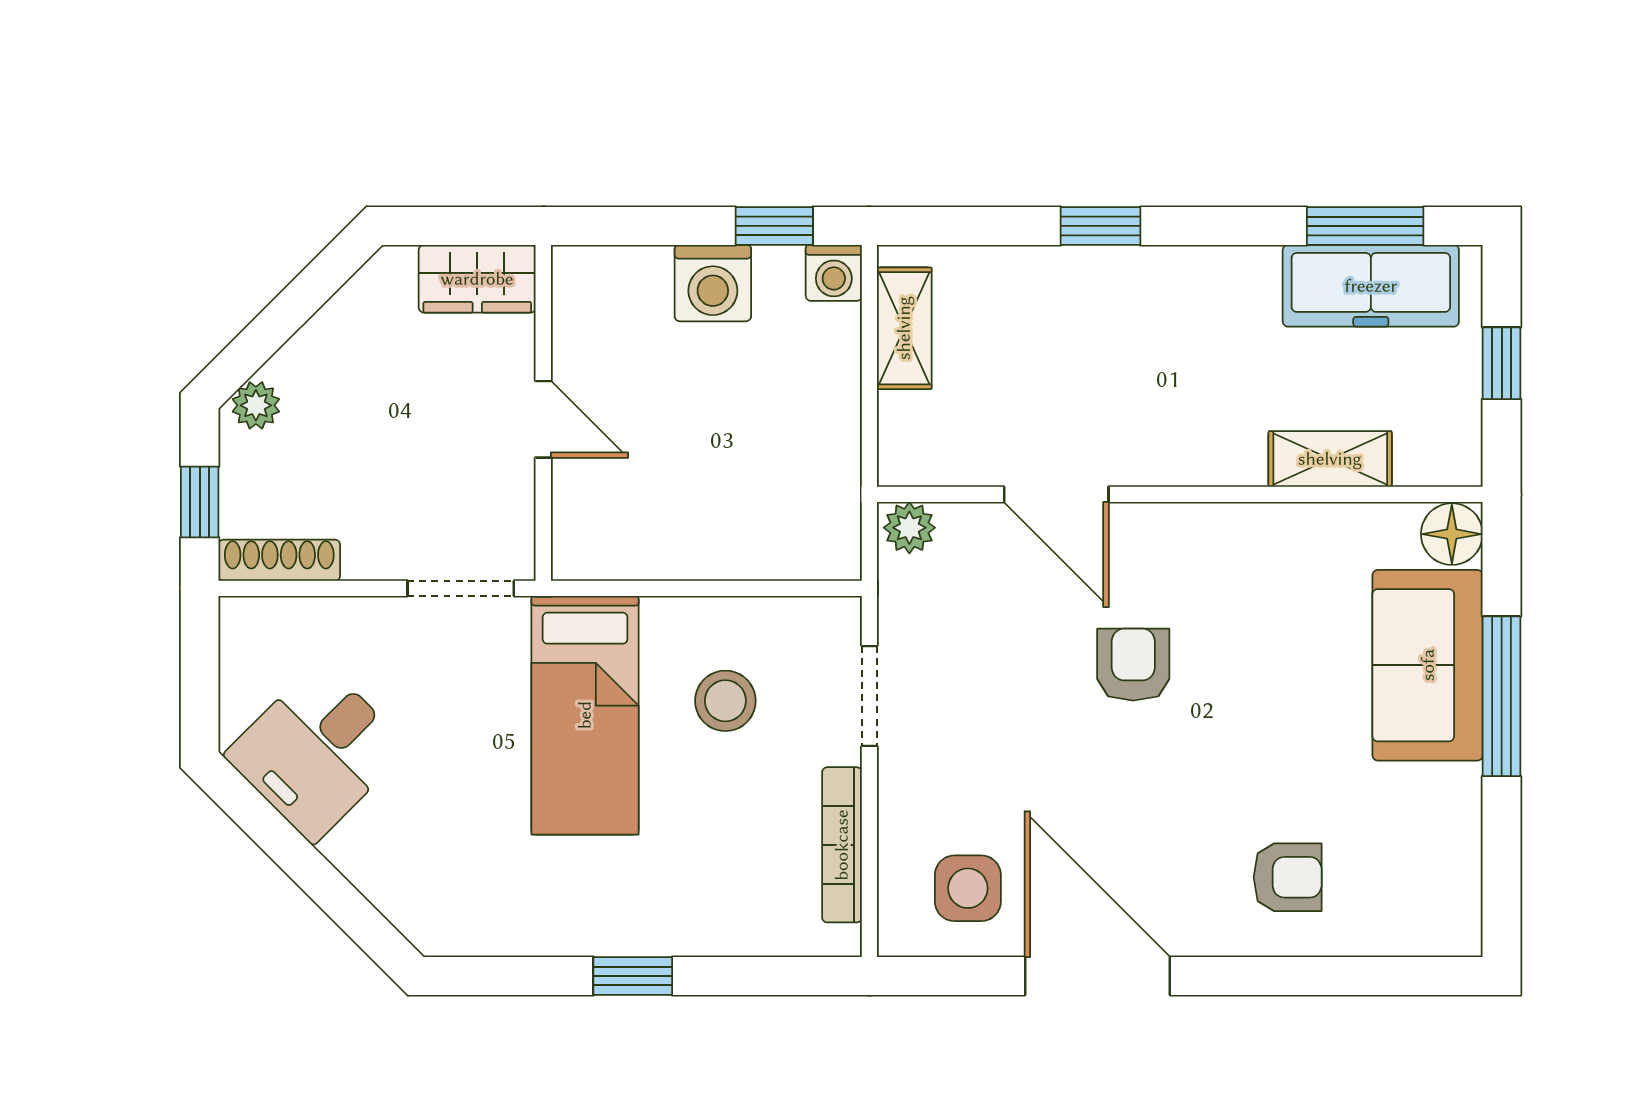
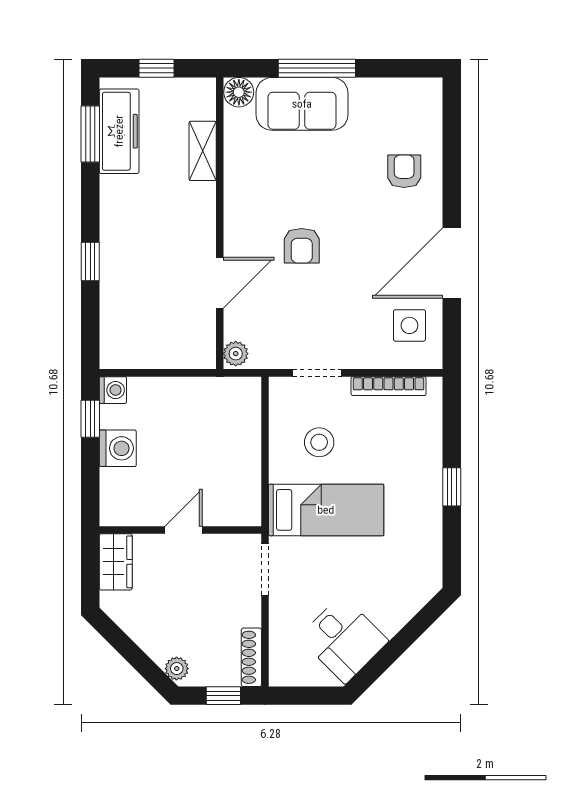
shelving: (904, 328) -> (140, 356), removed
armchair: (1133, 665) -> (302, 246), turned -90

